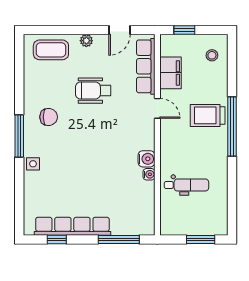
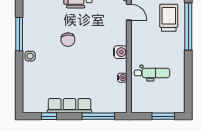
trolley: (208, 115) -> (169, 18), turned 90
chair: (49, 117) -> (68, 40), moved, turned 85
water cooler: (149, 174) -> (122, 78), moved
row of seats: (72, 226) -> (70, 106), width x0.73

